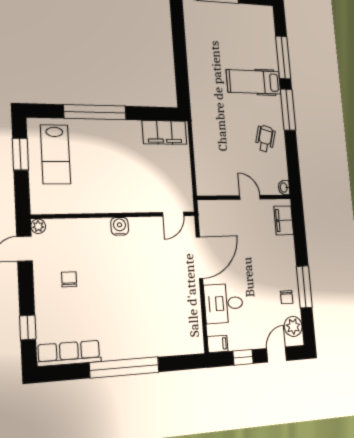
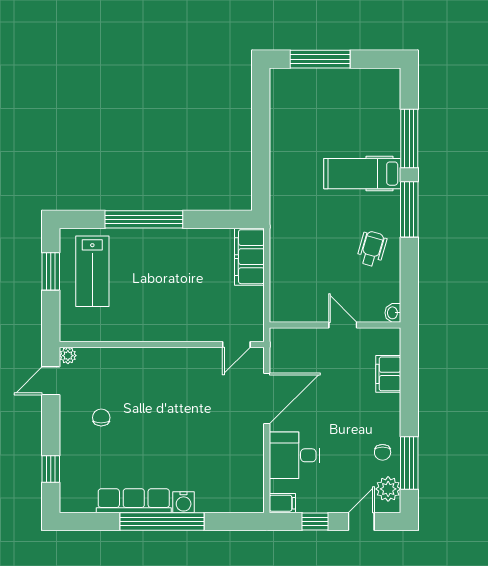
filing cabinet: (164, 132) -> (249, 257), moved, turned 90
filing cabinet: (284, 220) -> (388, 374), moved
water cooler: (120, 226) -> (184, 502), moved, turned 180
window: (304, 287) -> (409, 463), moved
row of seats: (69, 353) -> (134, 501), moved

